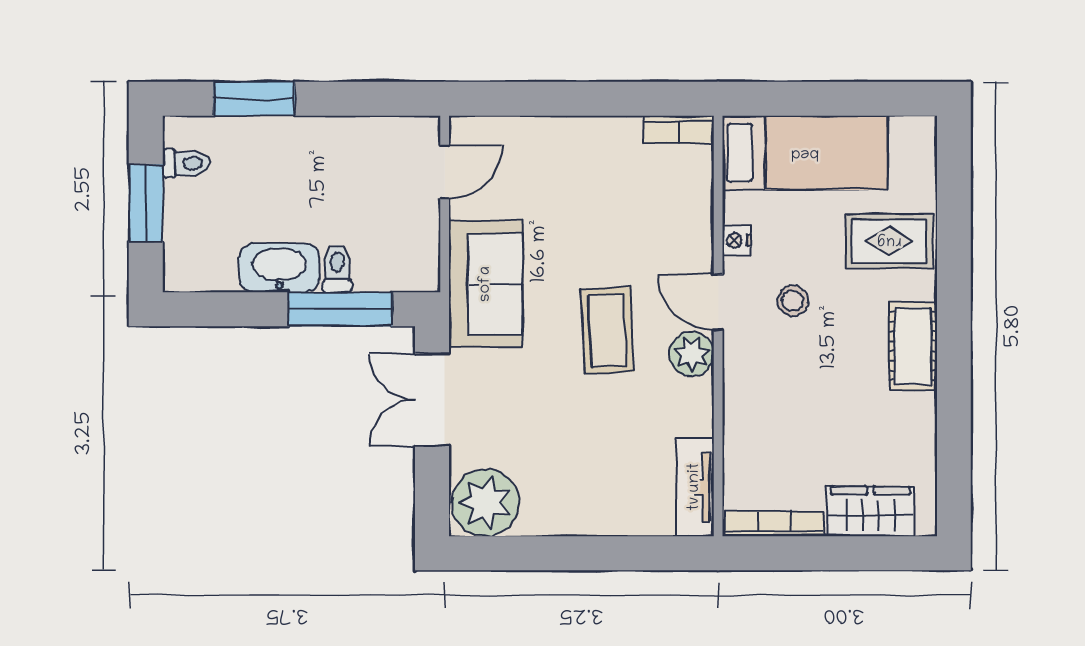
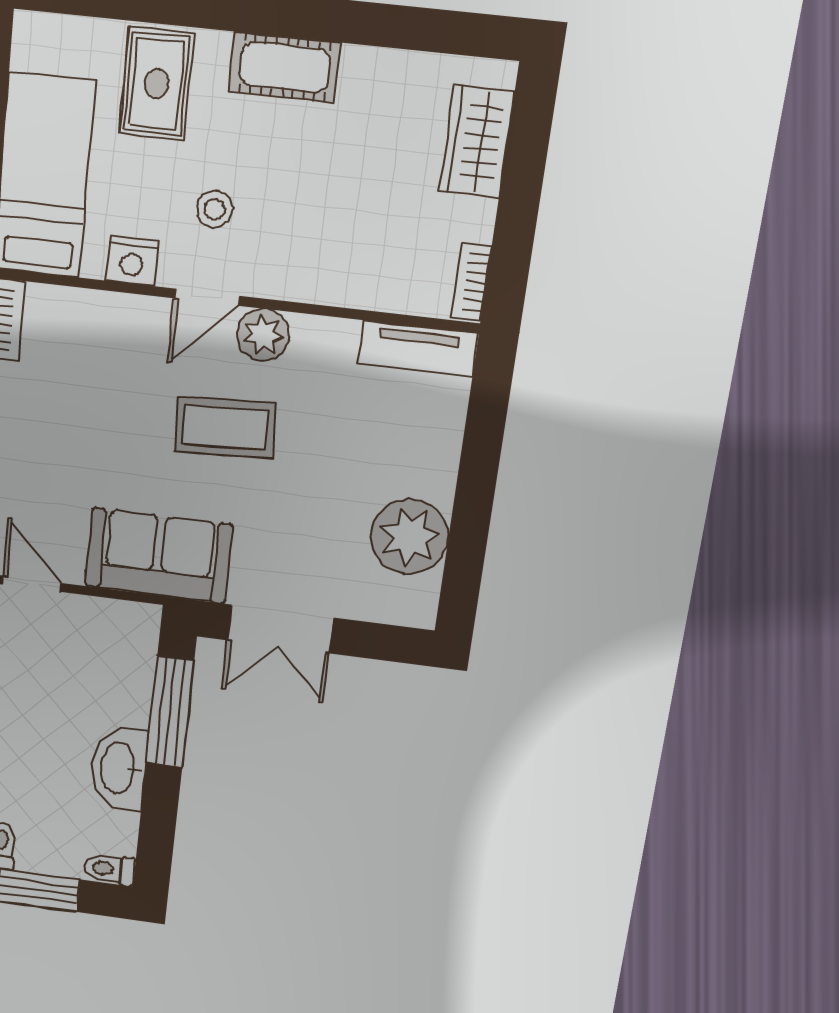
nightstand: (737, 240) -> (132, 261), width x1.39, depth x1.35
toilet: (337, 269) -> (110, 869), moved
plant: (485, 503) -> (410, 537), moved
bookcase: (774, 524) -> (471, 281), width x0.64

